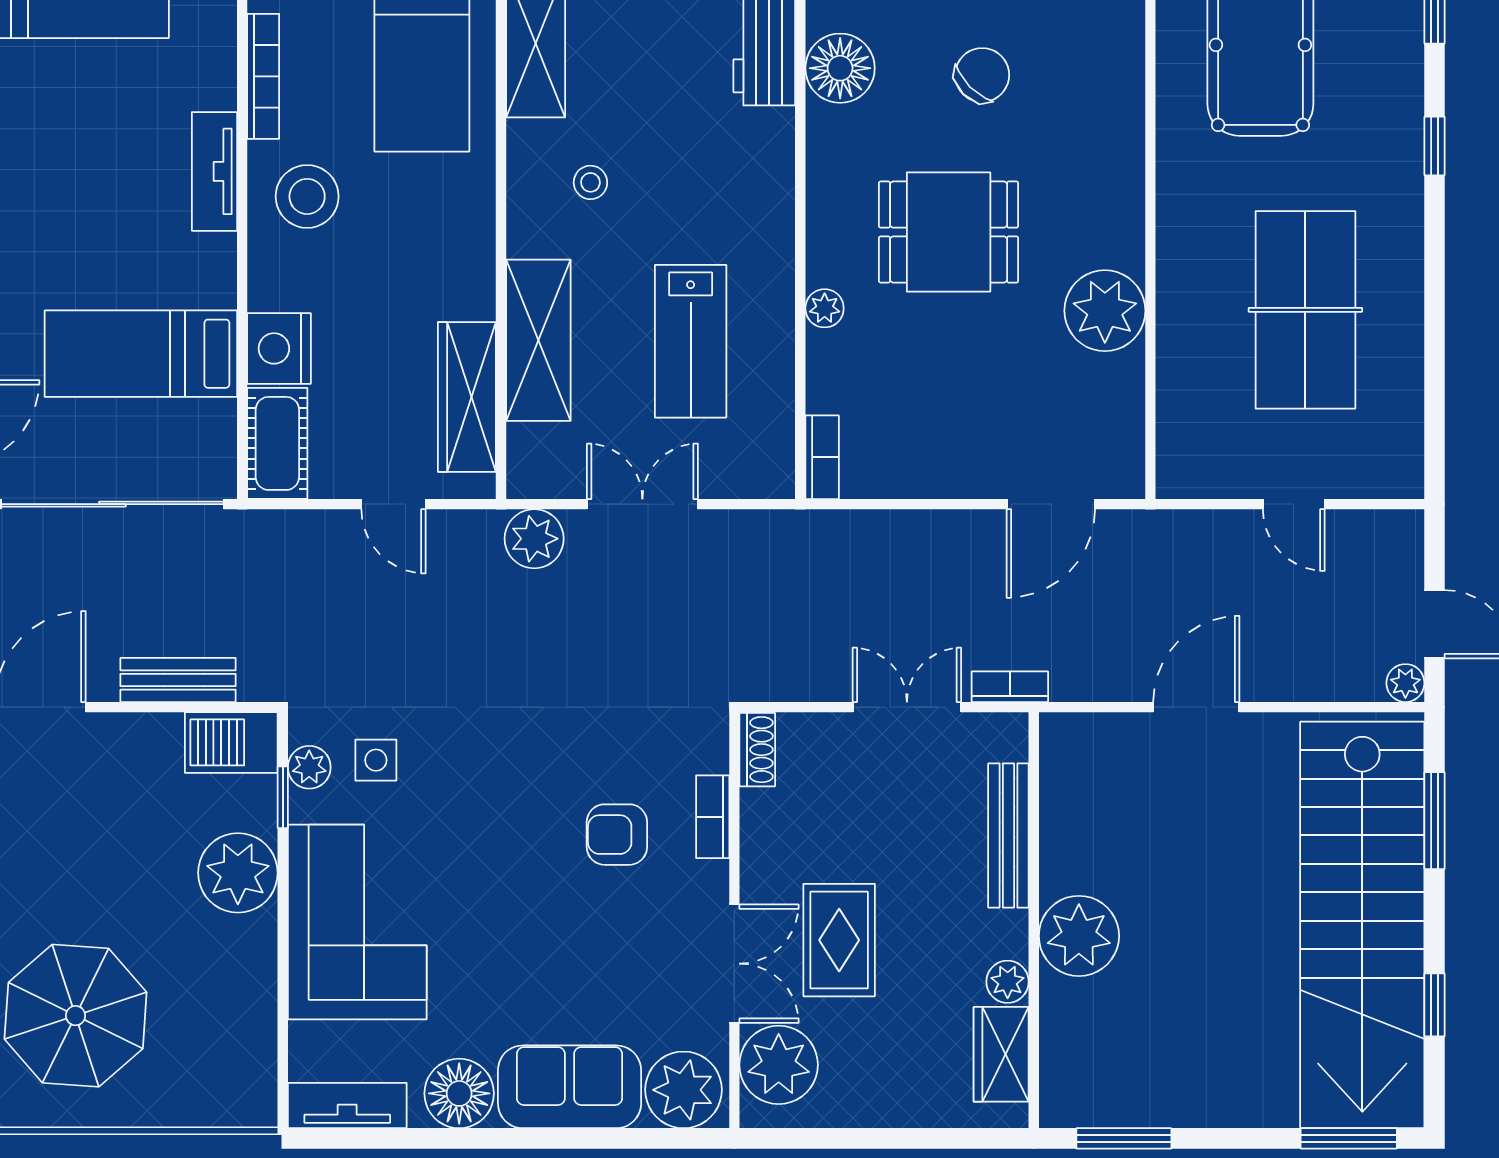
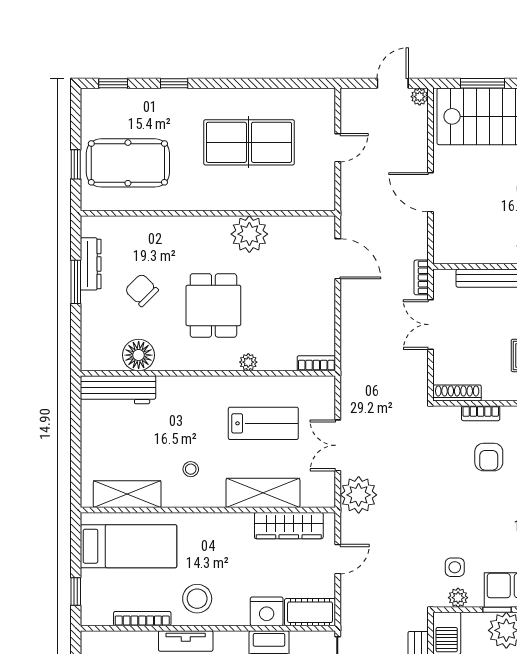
plant: (534, 539) -> (359, 495), width x1.36, depth x1.36
shoe rack: (757, 750) -> (457, 393), width x1.43
window: (283, 797) -> (497, 610), moved

